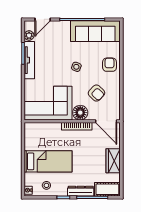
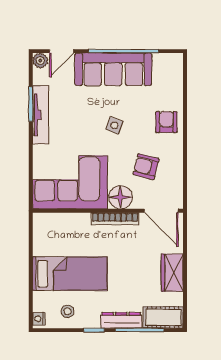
sofa: (95, 31) -> (113, 69), moved
plant: (29, 36) -> (40, 61), moved
armchair: (97, 93) -> (146, 167), turned 150

